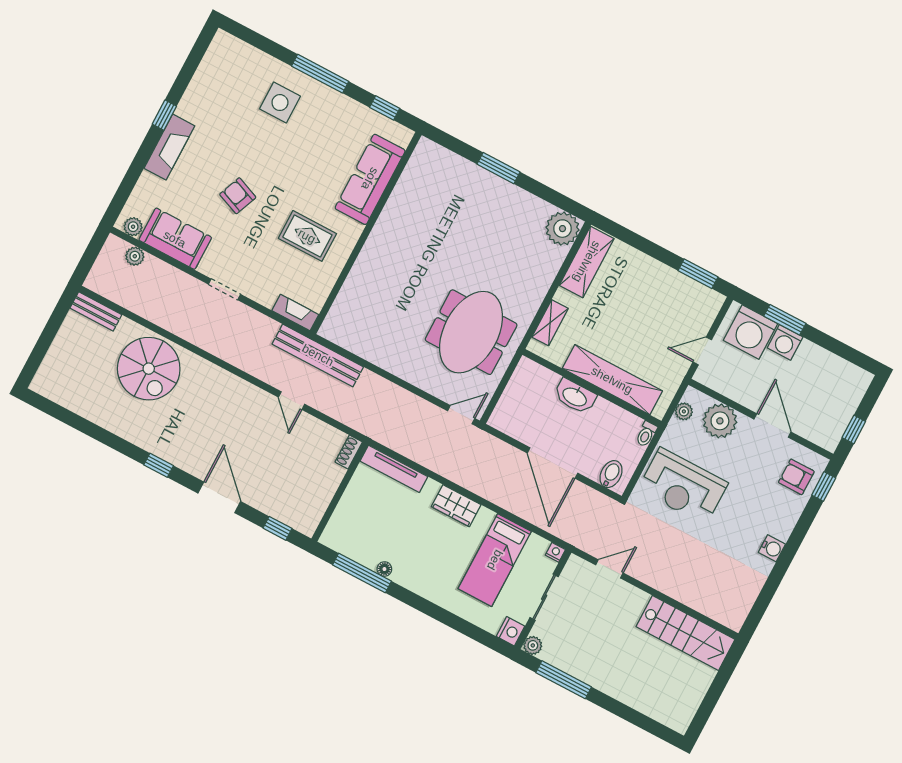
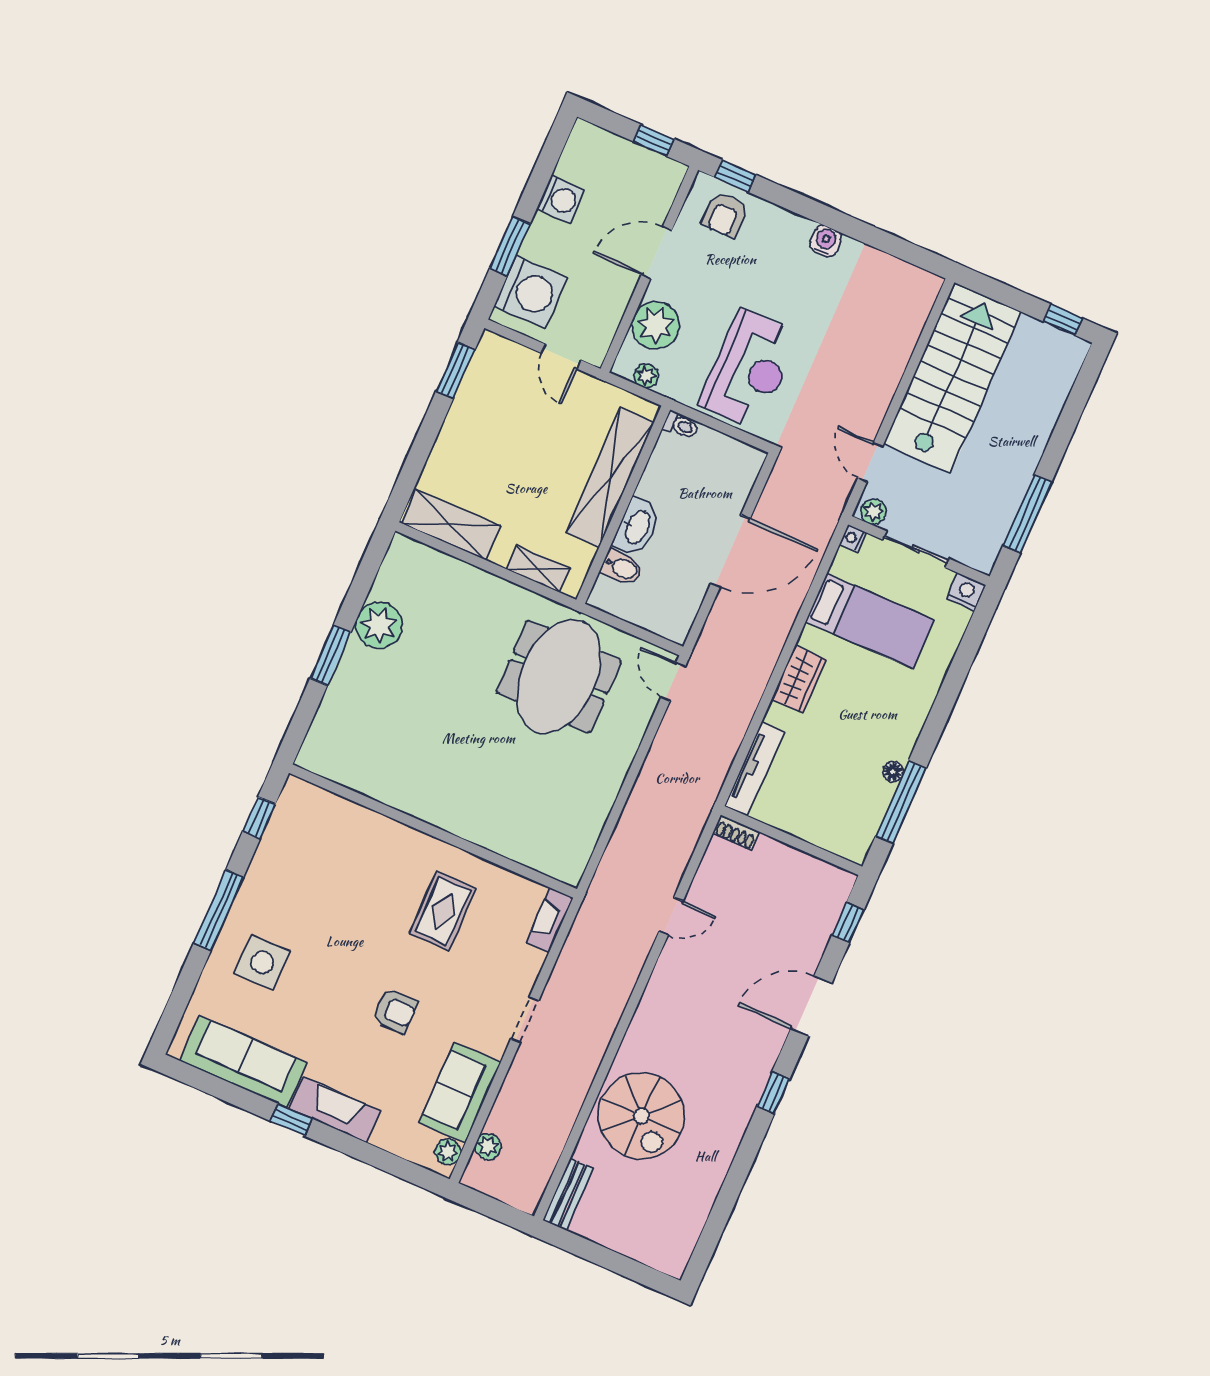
sofa: (370, 179) -> (243, 1062), moved, turned 180
armchair: (238, 196) -> (395, 1011), turned -112
plant: (563, 229) -> (379, 625), moved
meeting table: (471, 332) -> (559, 676), turned 90
washing machine: (785, 342) -> (561, 199), moved
bench: (318, 355) -> (606, 885), removed
spiral stairs: (149, 369) -> (641, 1116), turned 90
bidet: (611, 474) -> (622, 568), moved, turned 180
stairs: (685, 633) -> (953, 378), width x1.36, depth x1.51
plant: (533, 645) -> (873, 512), moved
window: (702, 716) -> (1063, 320), added

